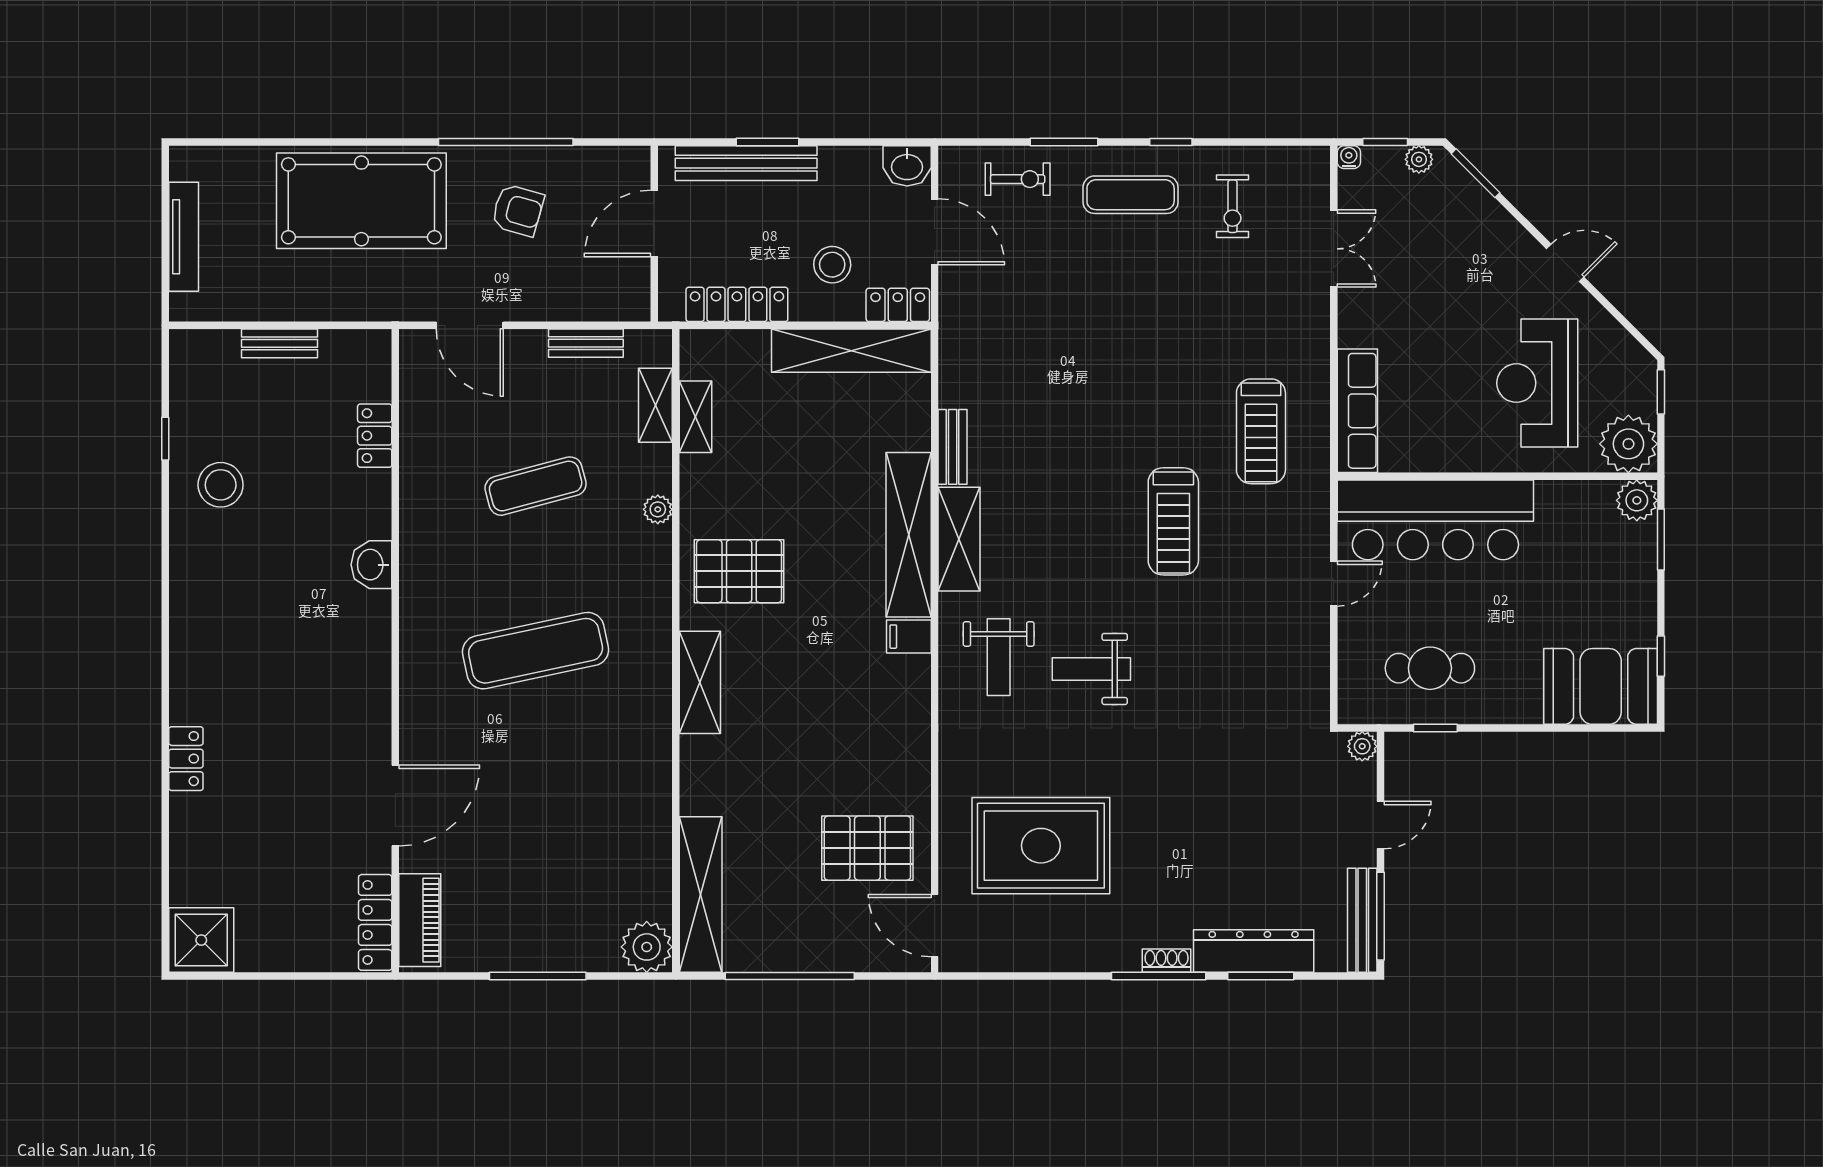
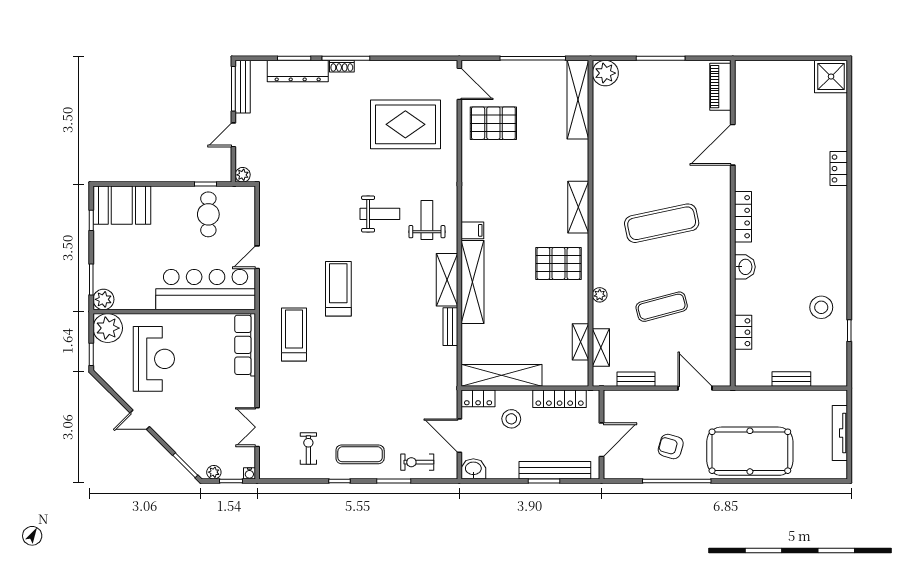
cafe table: (1430, 668) -> (208, 214), turned 90
locker: (375, 922) -> (743, 217), moved

